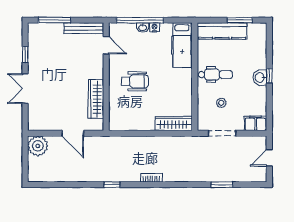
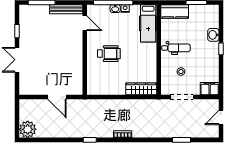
kitchen counter: (222, 31) -> (175, 11), width x0.67
washbasin: (260, 78) -> (213, 35), moved
wardrobe: (96, 99) -> (76, 68), removed
plant: (38, 146) -> (28, 129), moved

